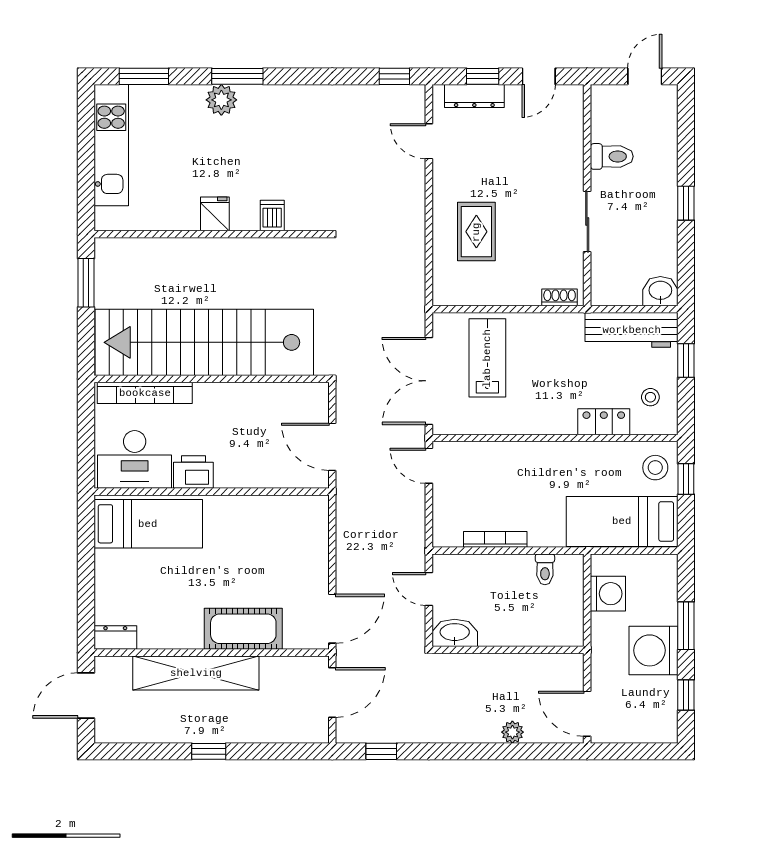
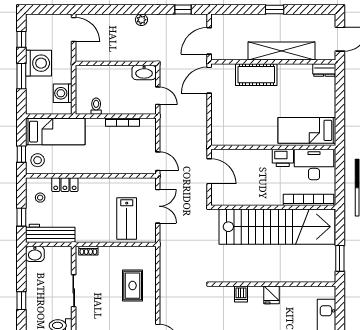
double door: (429, 381) -> (158, 206), width x0.73
plant: (512, 732) -> (141, 20), moved

